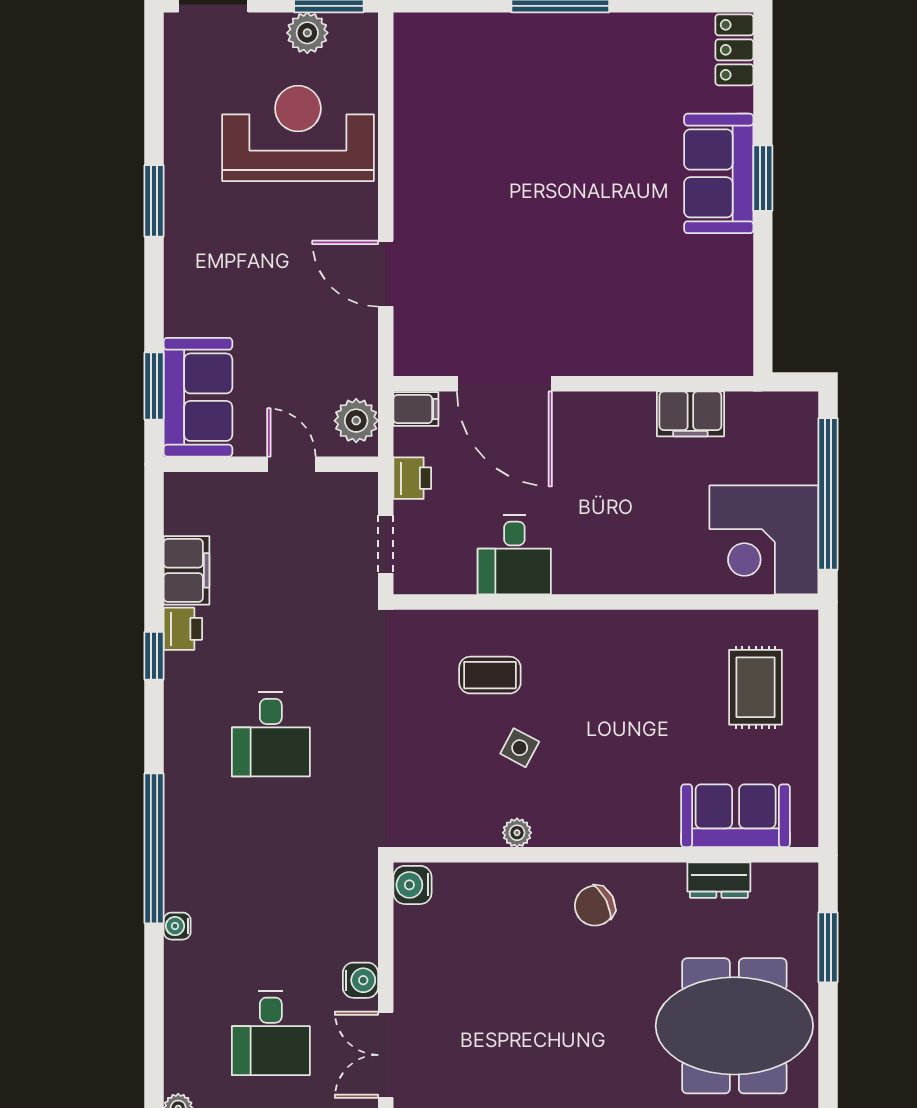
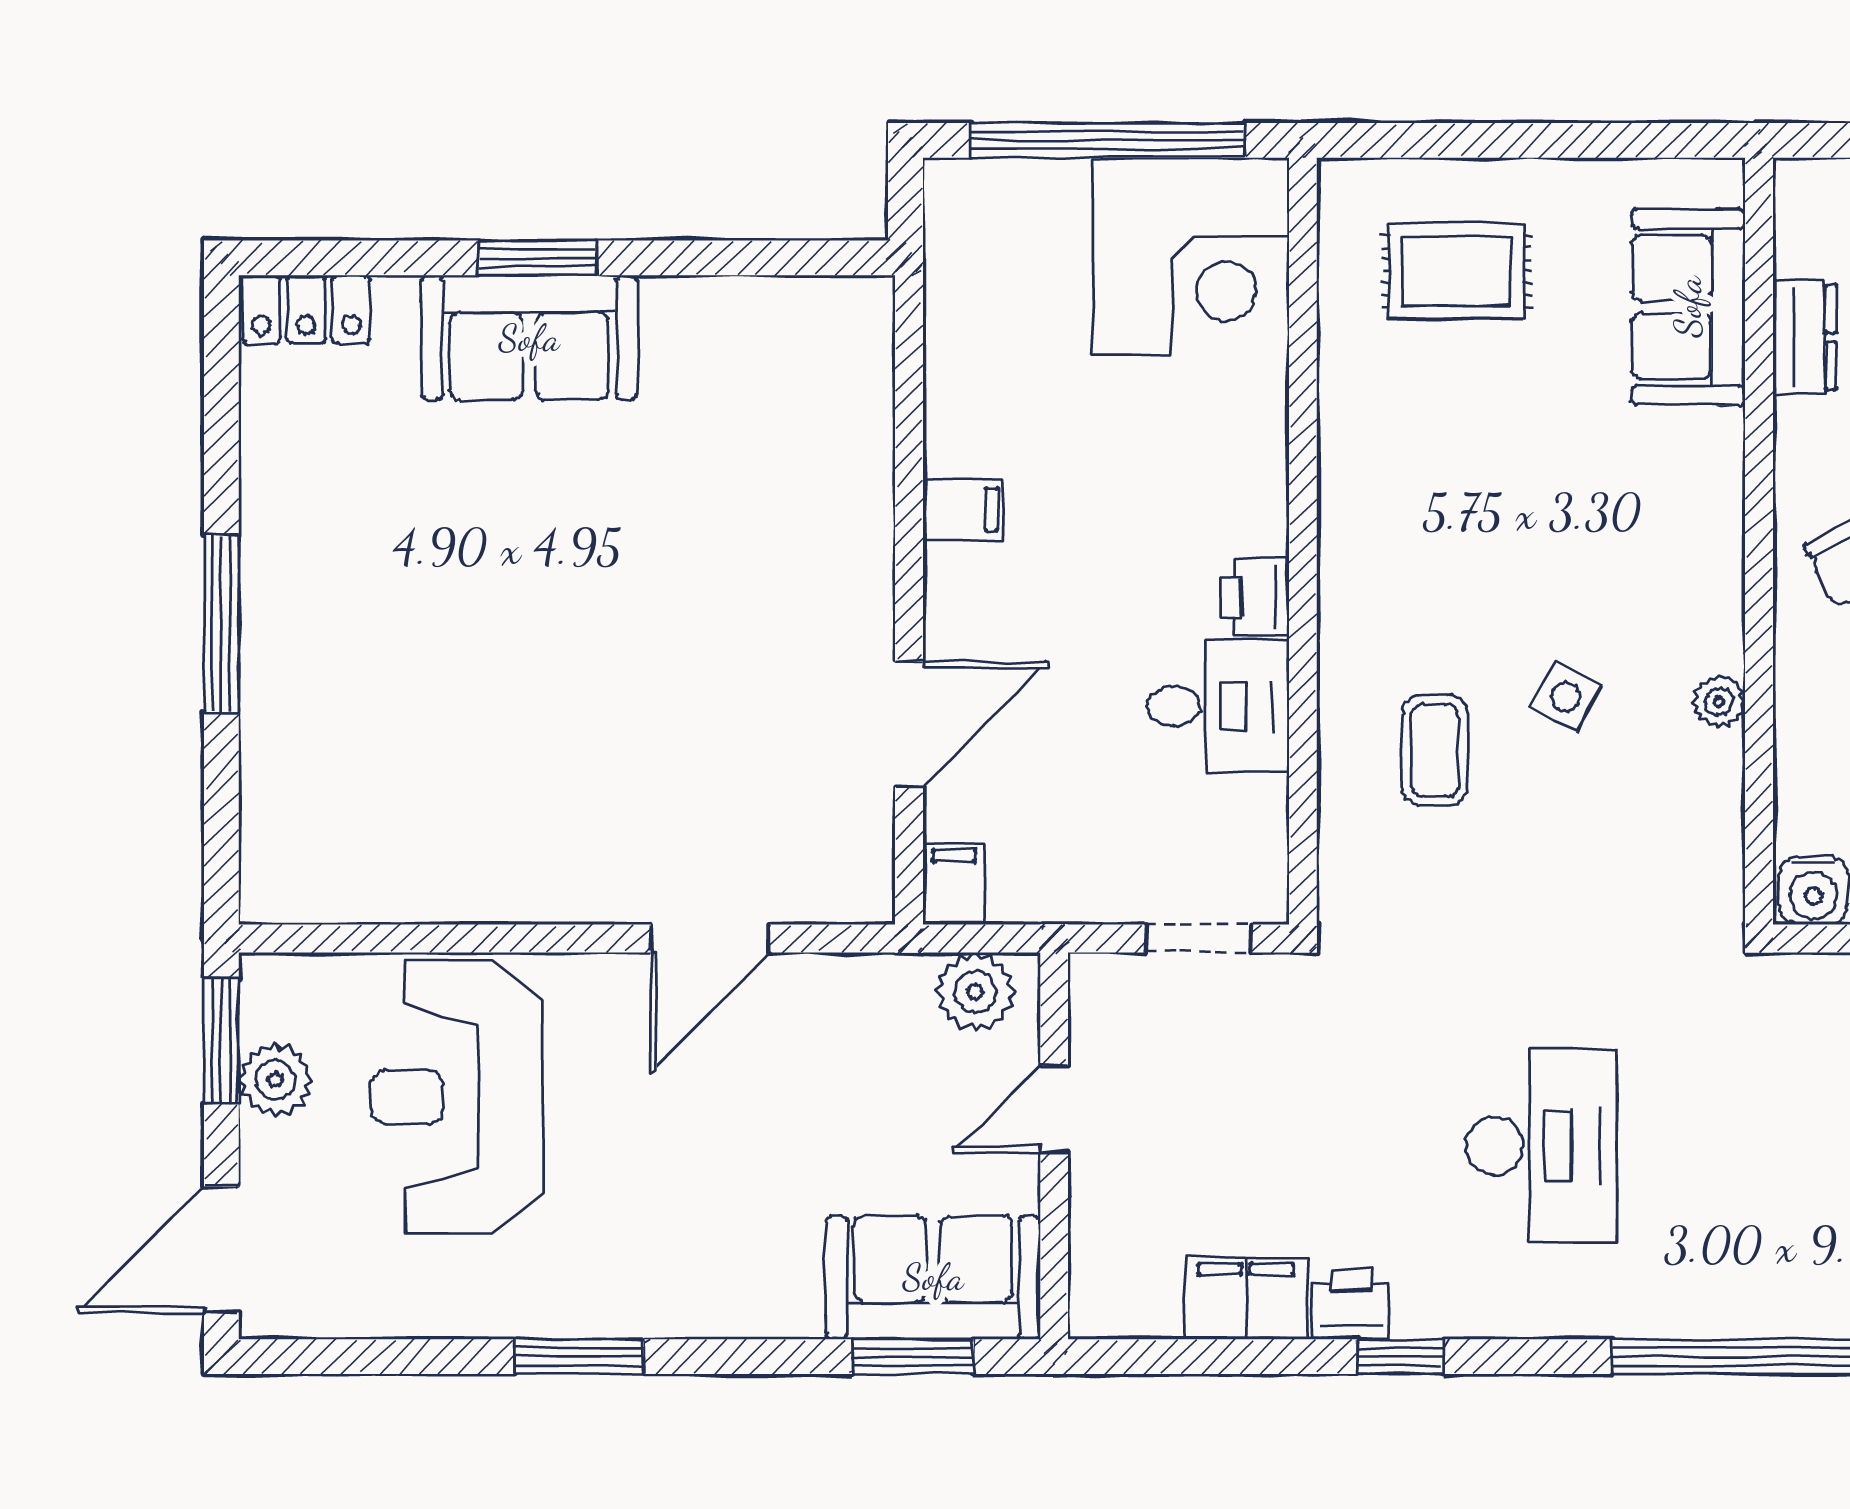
door: (504, 384) -> (909, 724), width x0.73
filing cabinet: (690, 414) -> (963, 509), moved, width x0.50
printer: (412, 478) -> (1255, 597), moved, turned -90
desk: (271, 734) -> (1541, 1146), width x1.37

